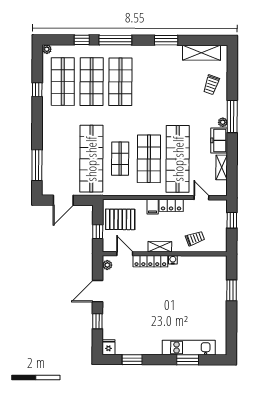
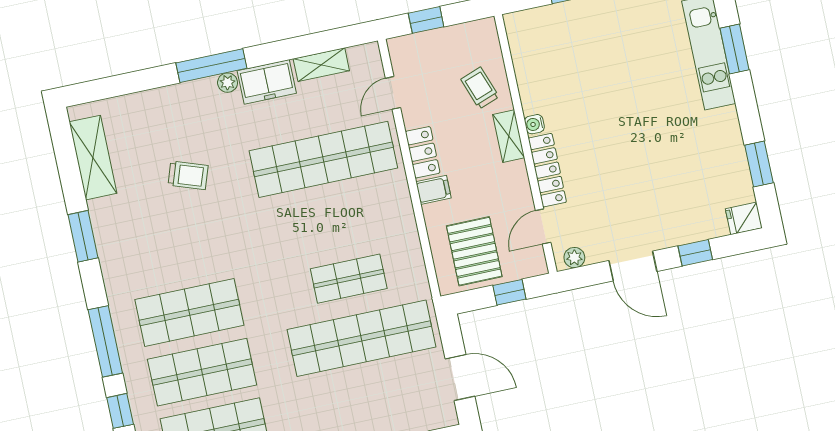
trolley: (211, 85) -> (188, 175), moved
shop shelf: (149, 159) -> (336, 219), removed
shelving: (160, 247) -> (509, 136), moved

